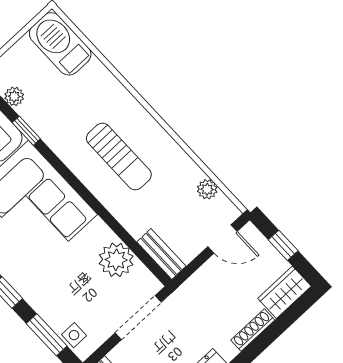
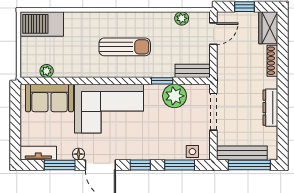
window: (26, 131) -> (162, 81), moved

